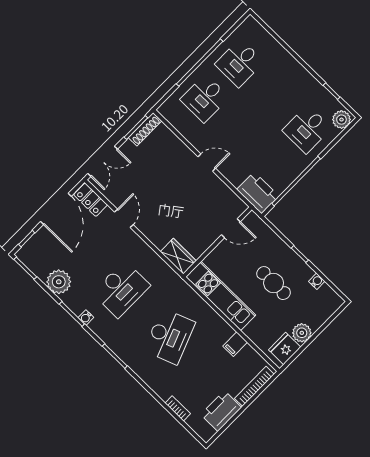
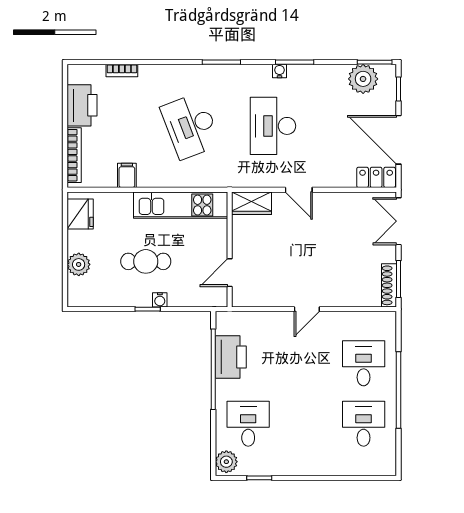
printer: (258, 193) -> (231, 357), moved, turned -90
door: (124, 218) -> (299, 190), moved
water cooler: (317, 281) -> (160, 300), moved
plant: (59, 282) -> (363, 79), moved
plant: (302, 333) -> (79, 264), moved

